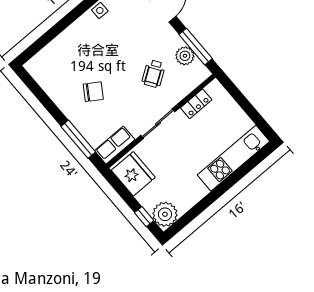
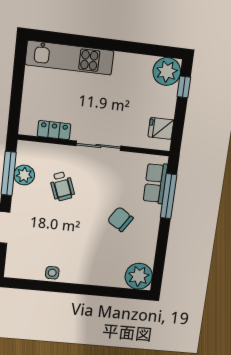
plant: (40, 67) -> (139, 276), added
wheelchair: (154, 74) -> (62, 186), turned 103
row of seats: (115, 145) -> (155, 183), moved, turned 90
fridge: (133, 174) -> (161, 128), width x0.53, depth x0.75

